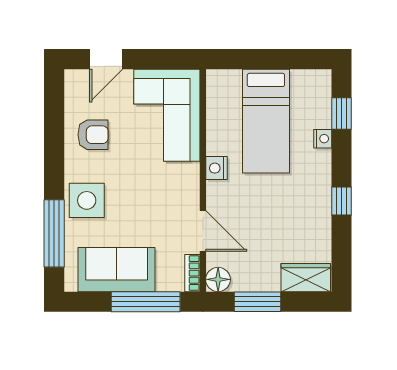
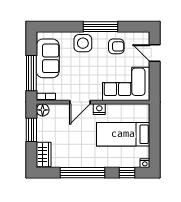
armchair: (93, 135) -> (116, 46), turned -90
nightstand: (323, 139) -> (145, 163), moved
window: (341, 201) -> (83, 173), width x3.17
door: (203, 231) -> (80, 102), moved
window: (54, 233) -> (101, 27), moved

